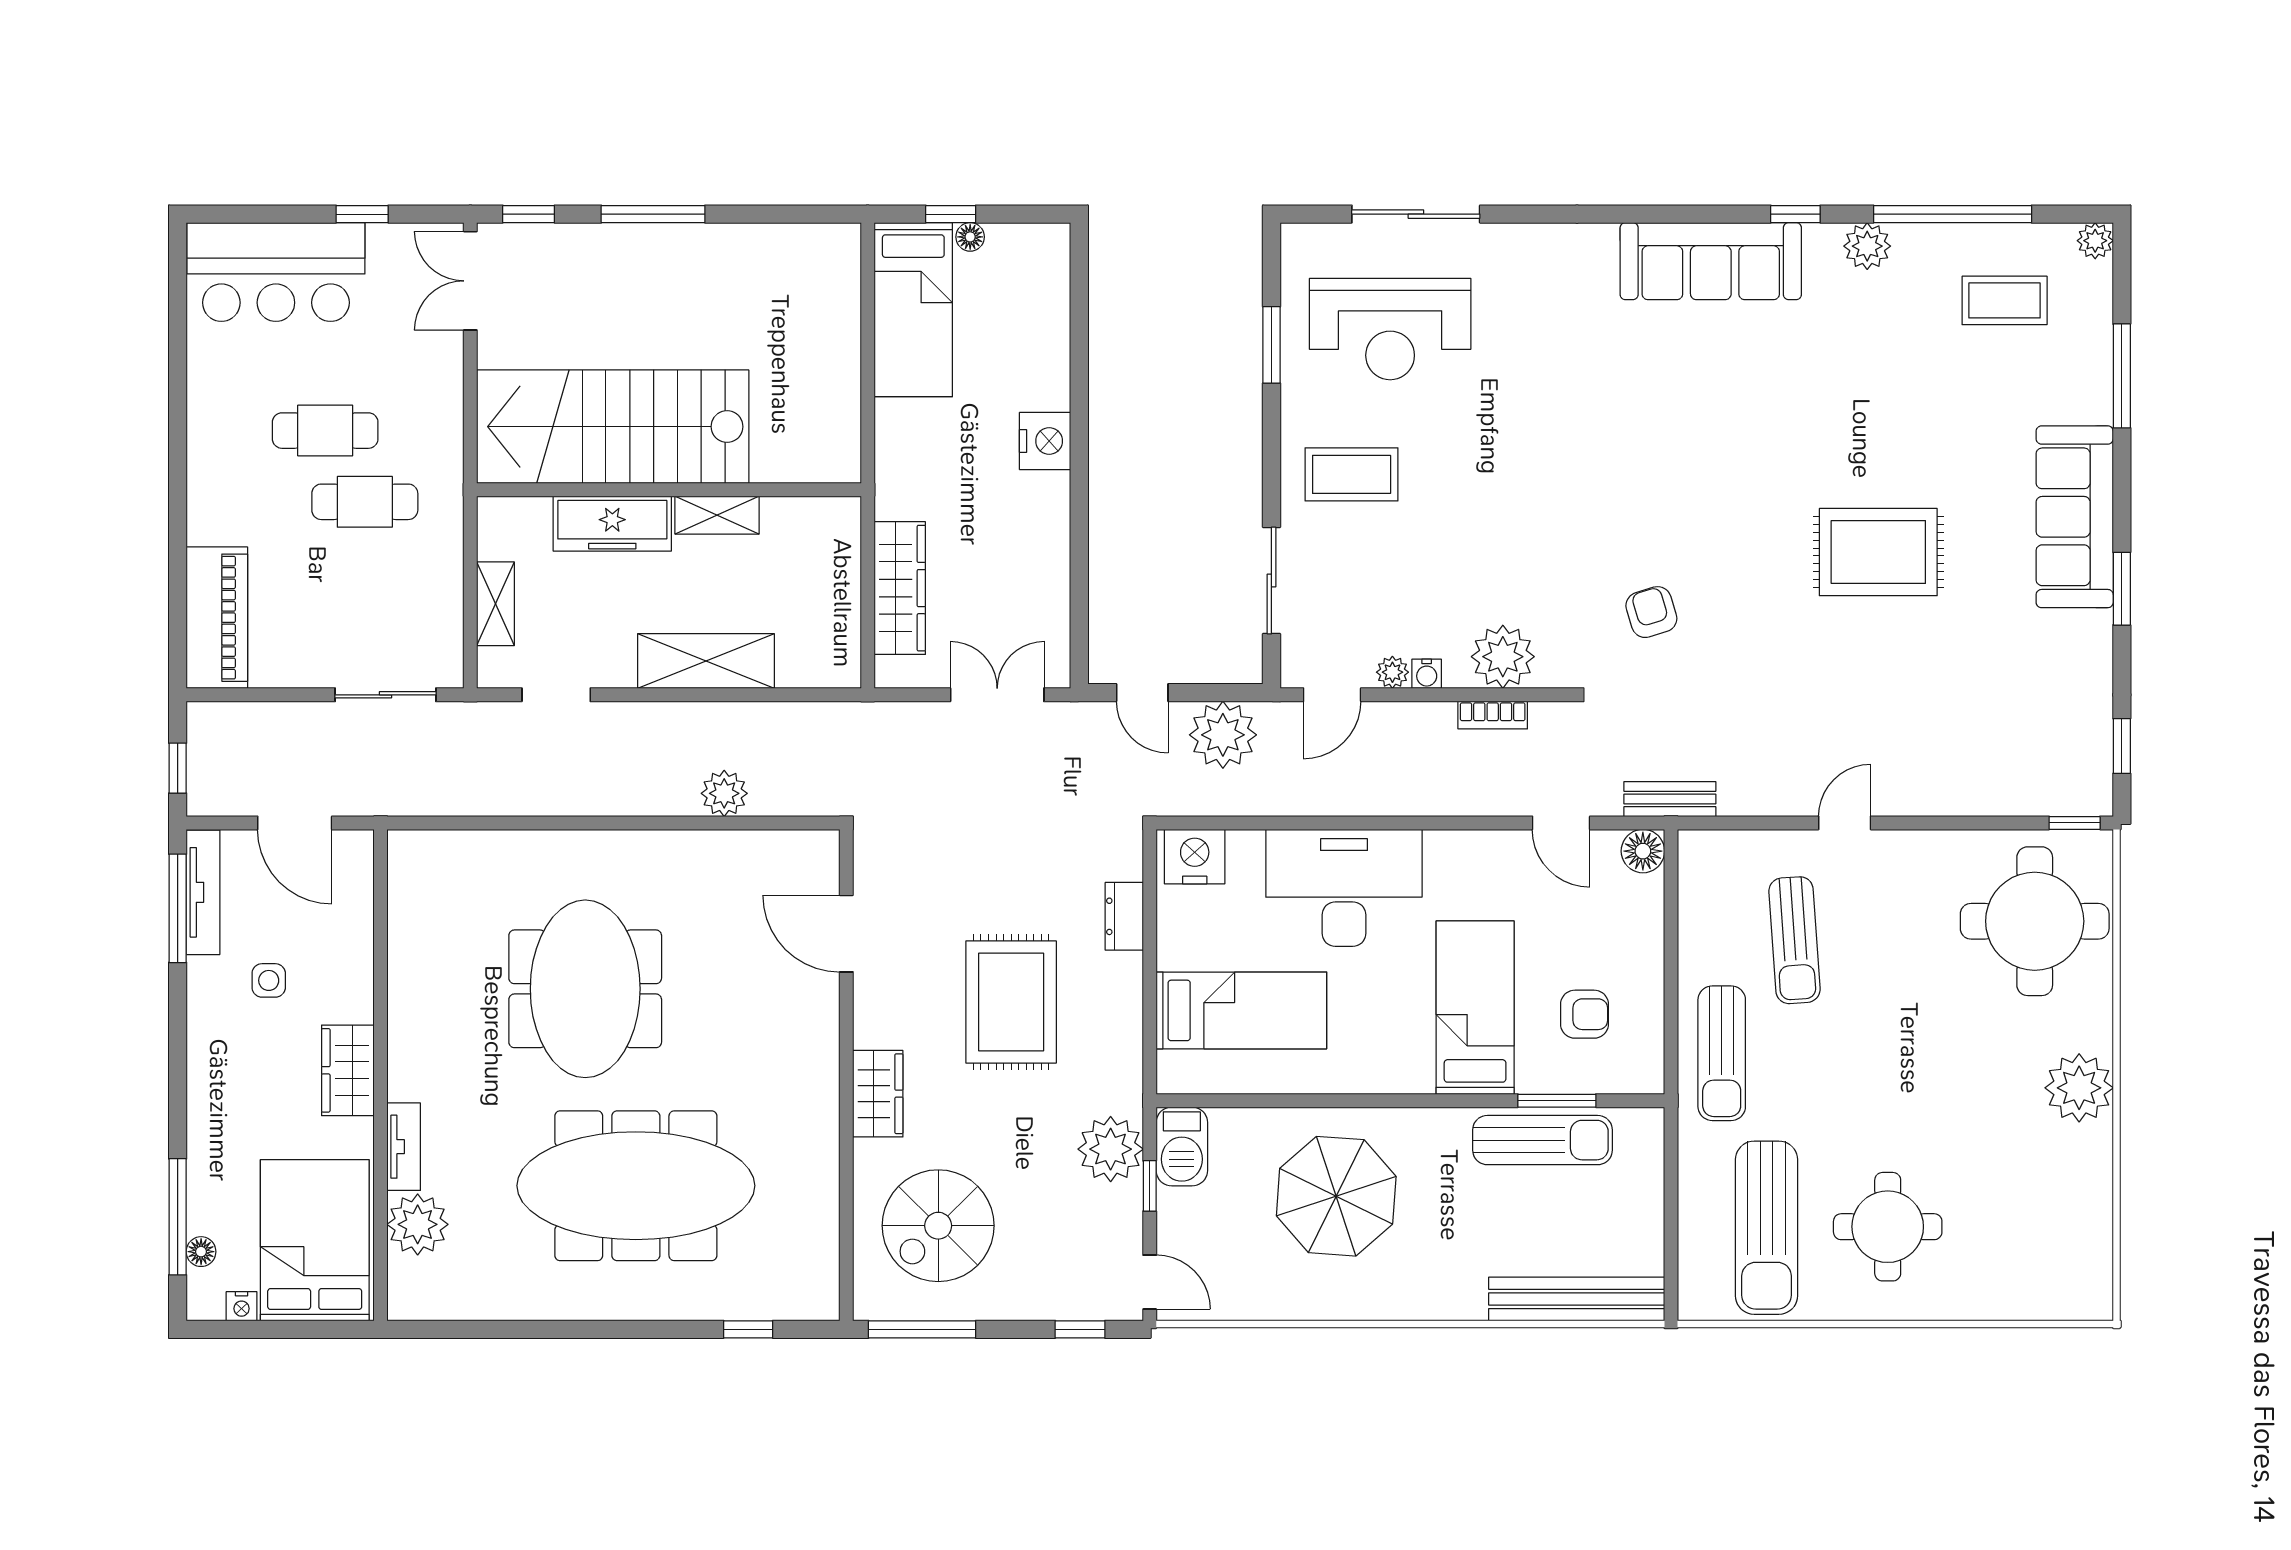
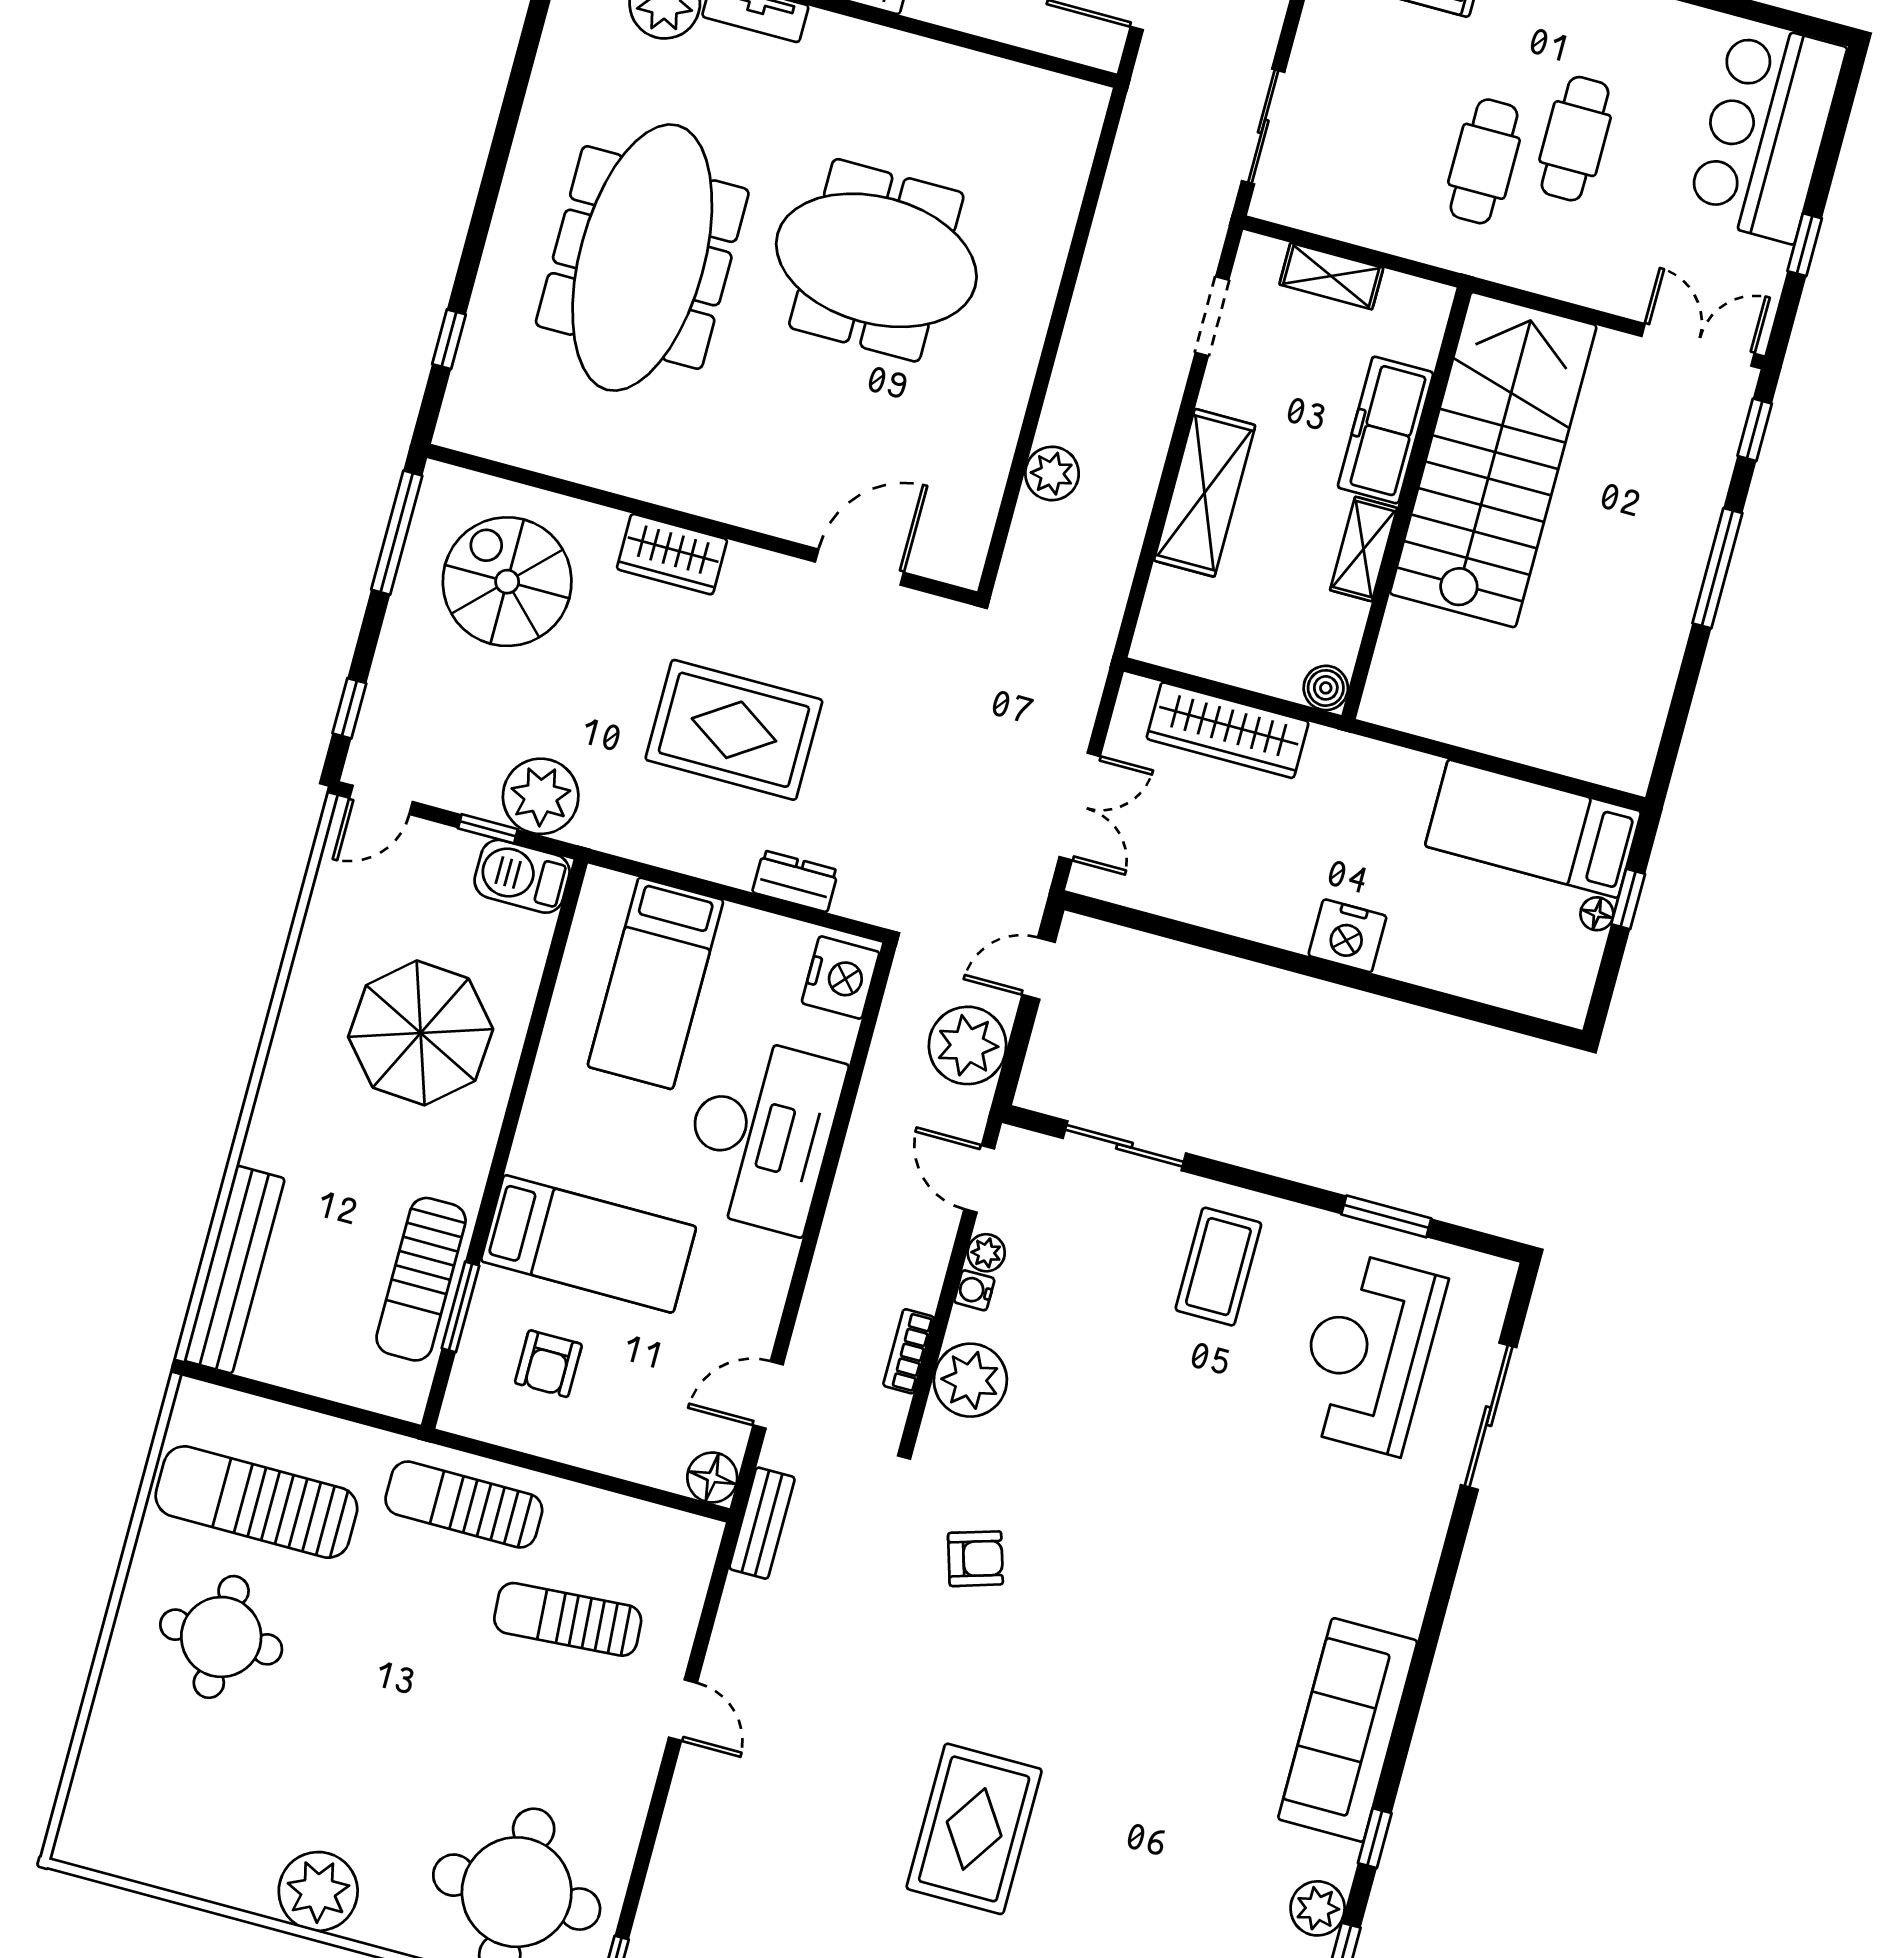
boiler: (842, 515) -> (1326, 688), added

